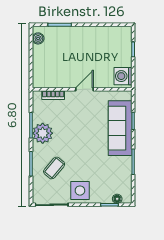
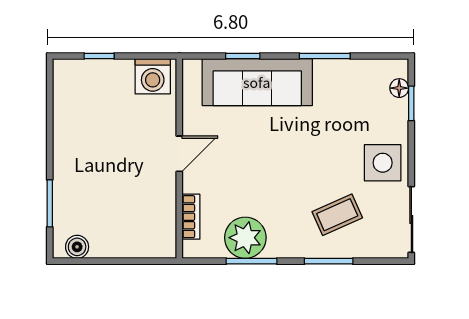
door: (84, 89) -> (179, 154), swing flipped
plant: (43, 133) -> (245, 238), moved
coffee table: (54, 168) -> (337, 215), turned -64

